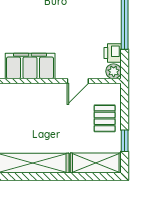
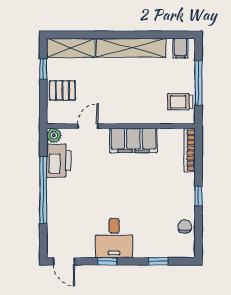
printer: (113, 53) -> (59, 161), width x1.87, depth x1.48
pallet: (105, 118) -> (62, 90), turned 90

